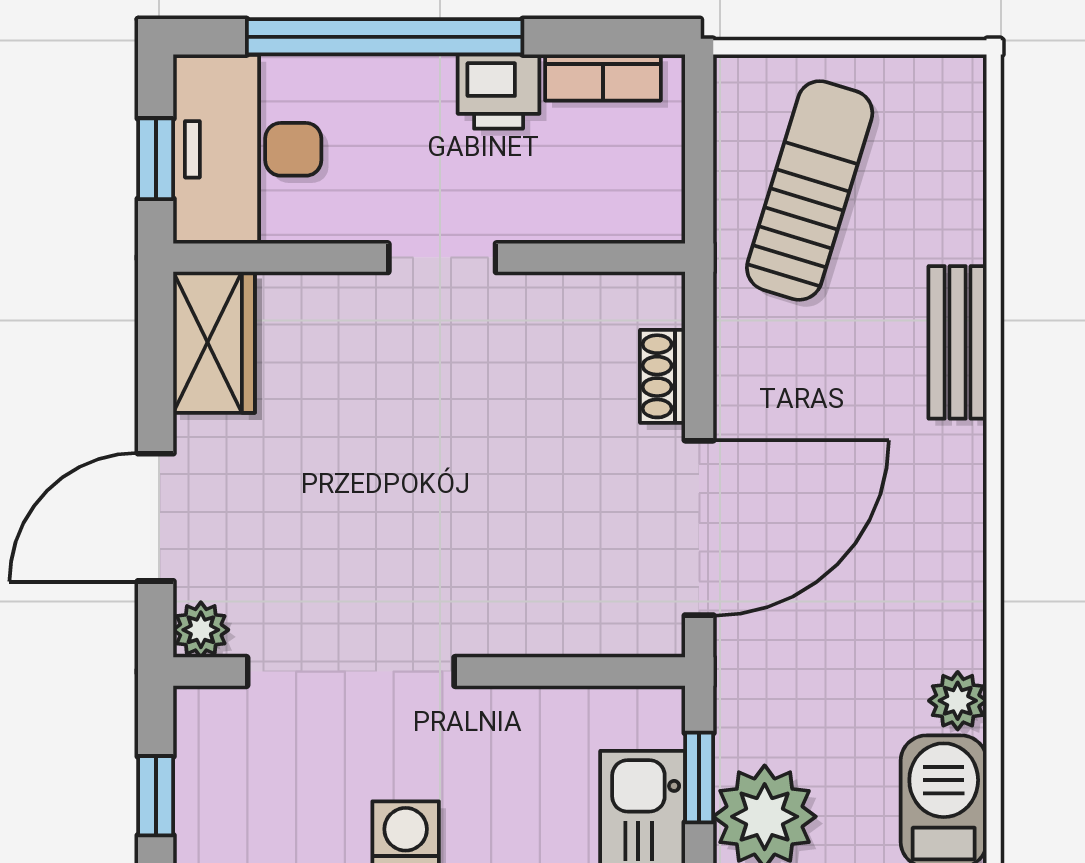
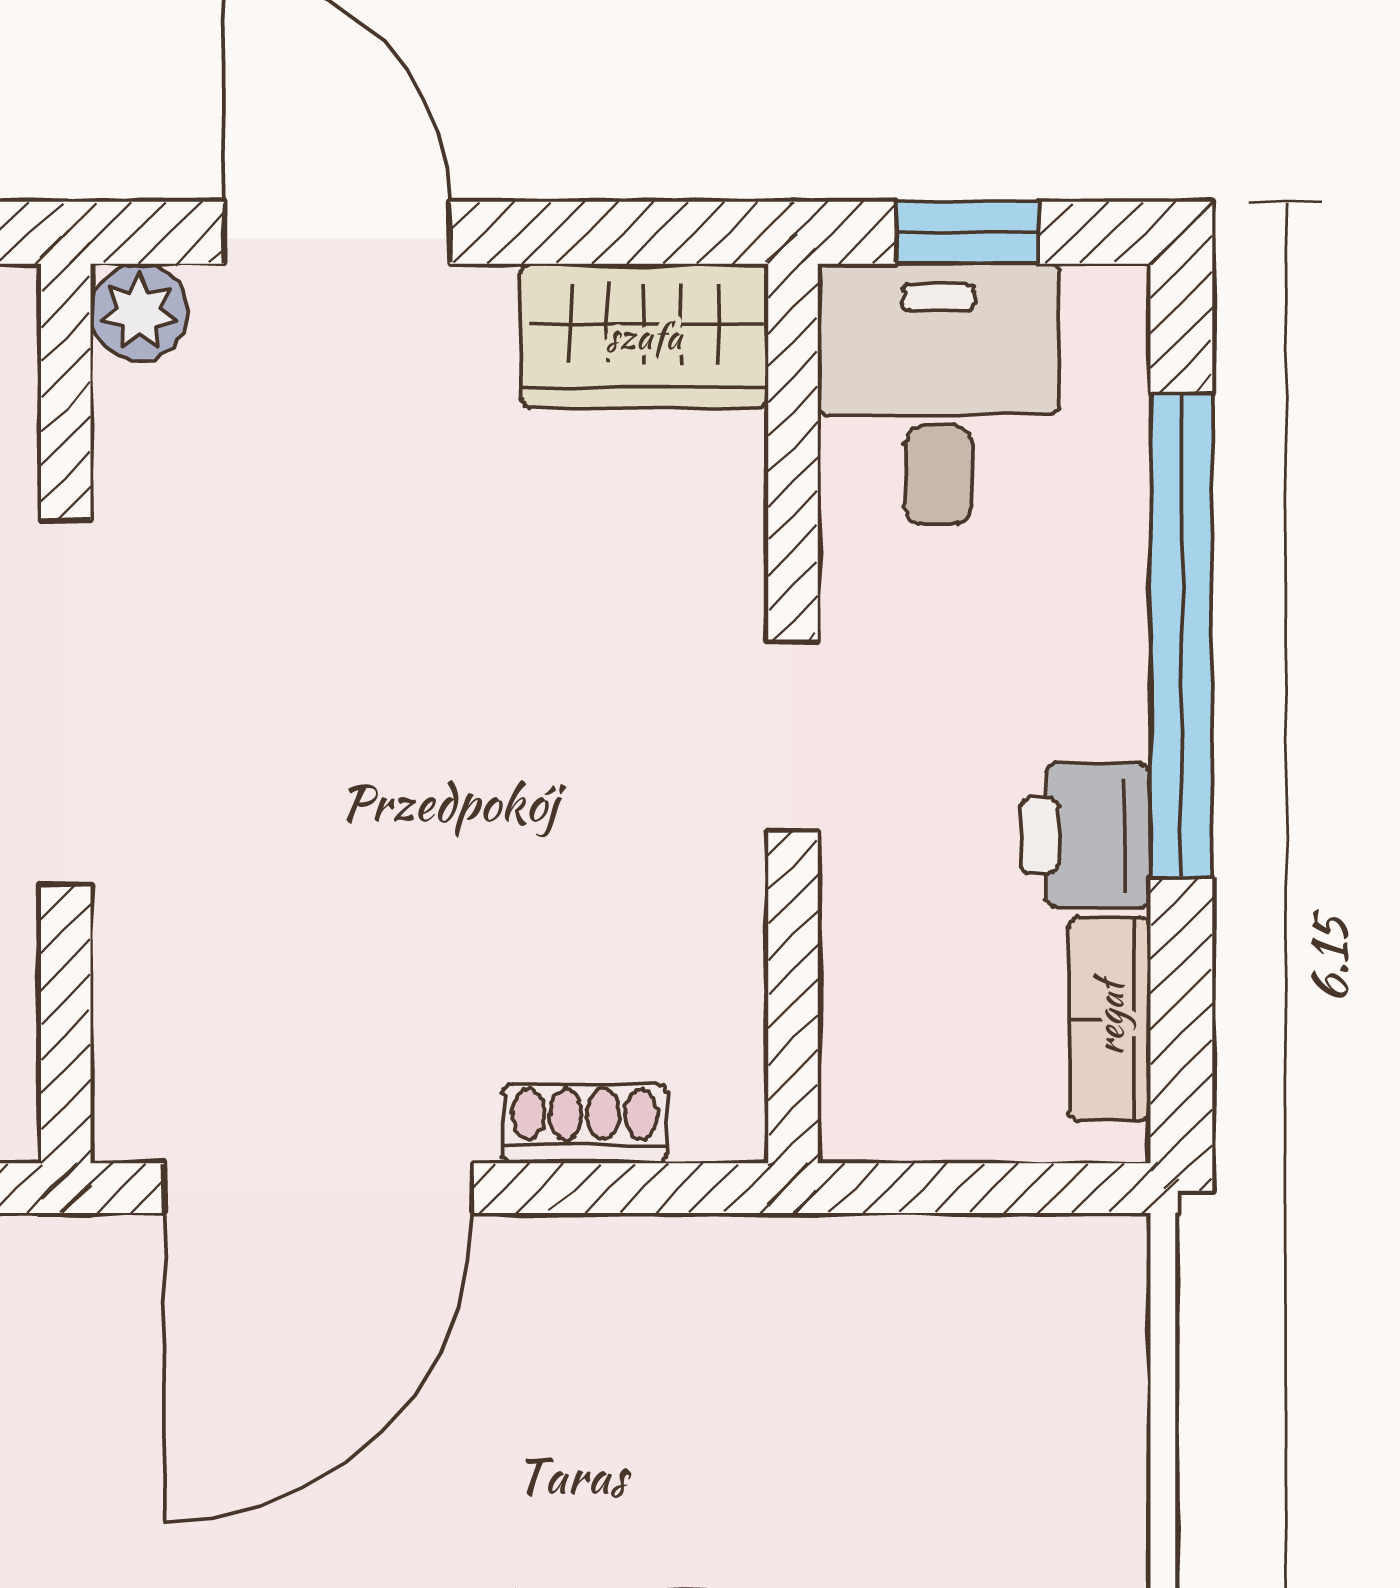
desk: (247, 149) -> (939, 394), width x0.73
sun lounger: (810, 190) -> (911, 1382), removed
door: (699, 528) -> (318, 1188), hinge flipped
doorway: (351, 672) -> (66, 702), moved

